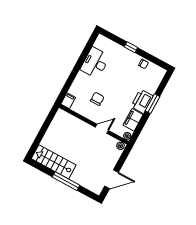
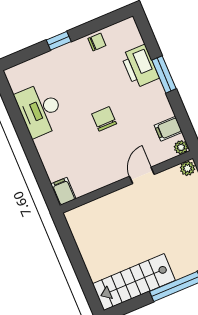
chair: (97, 99) -> (104, 119), moved
printer: (142, 101) -> (140, 66), moved
filing cabinet: (133, 120) -> (168, 129), width x0.50

